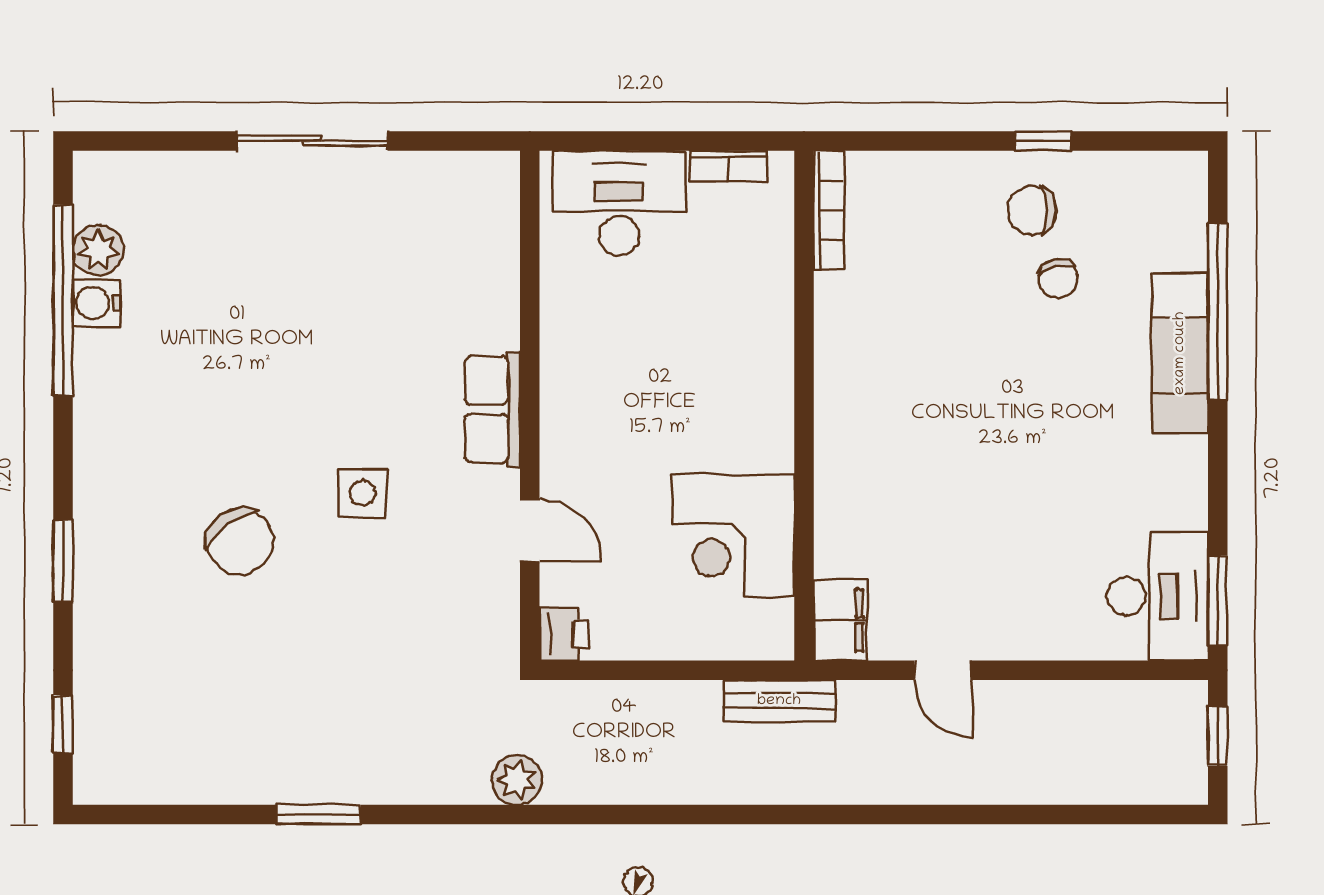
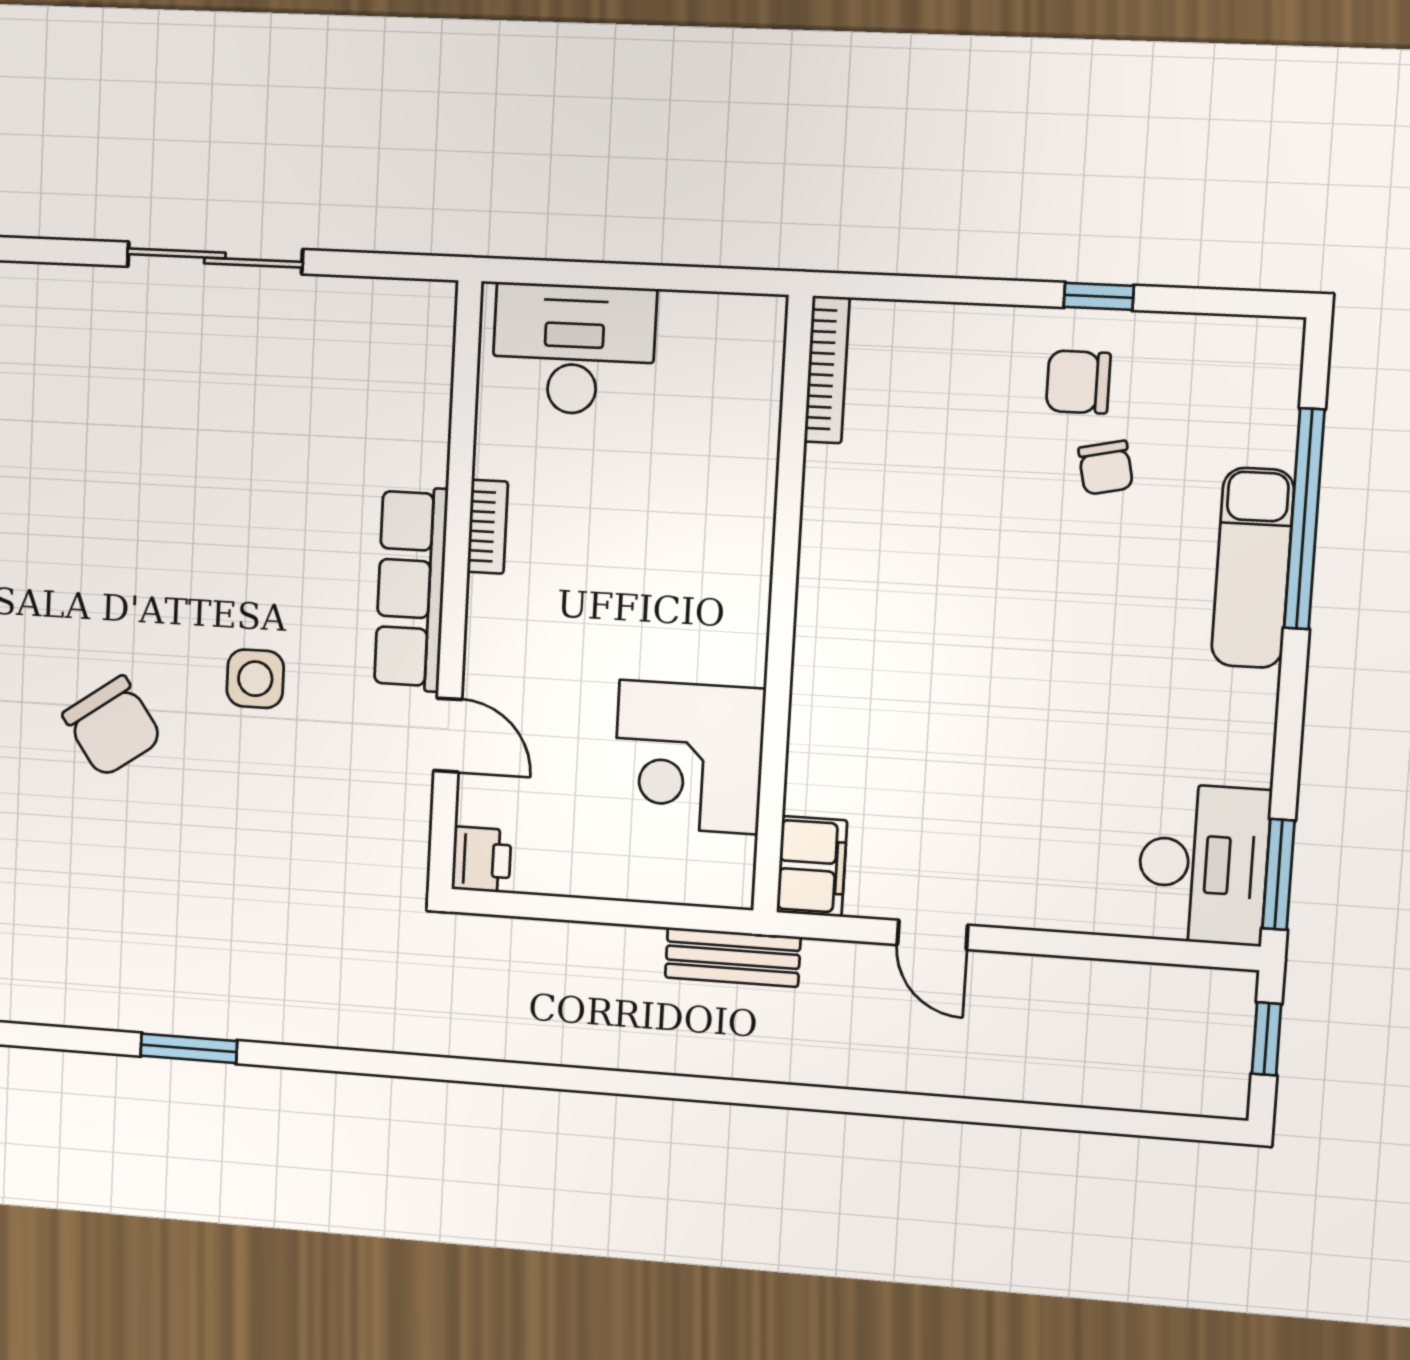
bookcase: (728, 166) -> (488, 527), moved, turned -90
row of seats: (493, 409) -> (411, 589), width x1.48
plant: (517, 780) -> (419, 1026), removed

